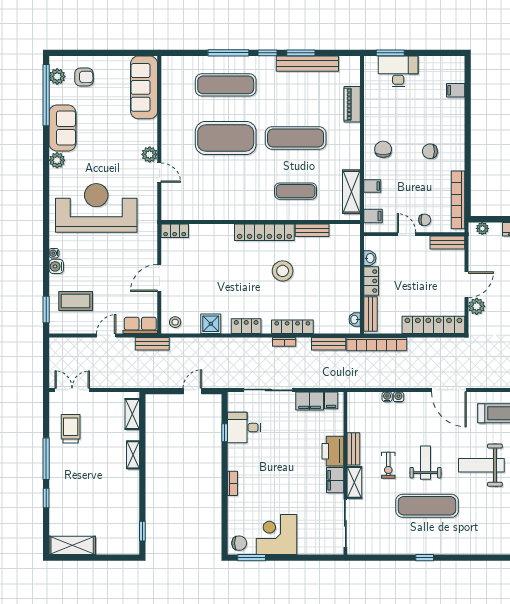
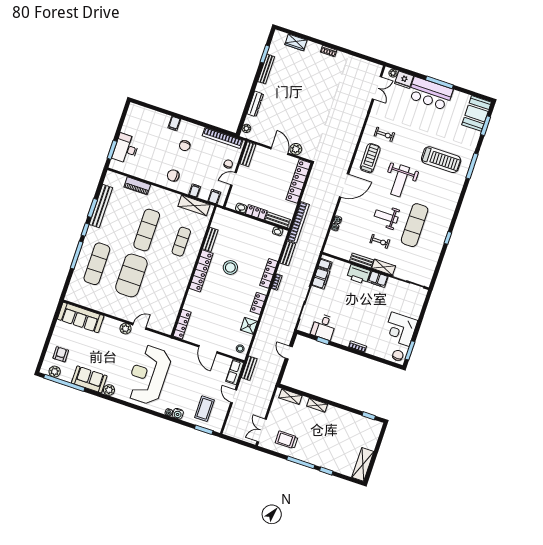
filing cabinet: (456, 90) -> (174, 123), moved
locker: (175, 231) -> (182, 324), width x1.53

